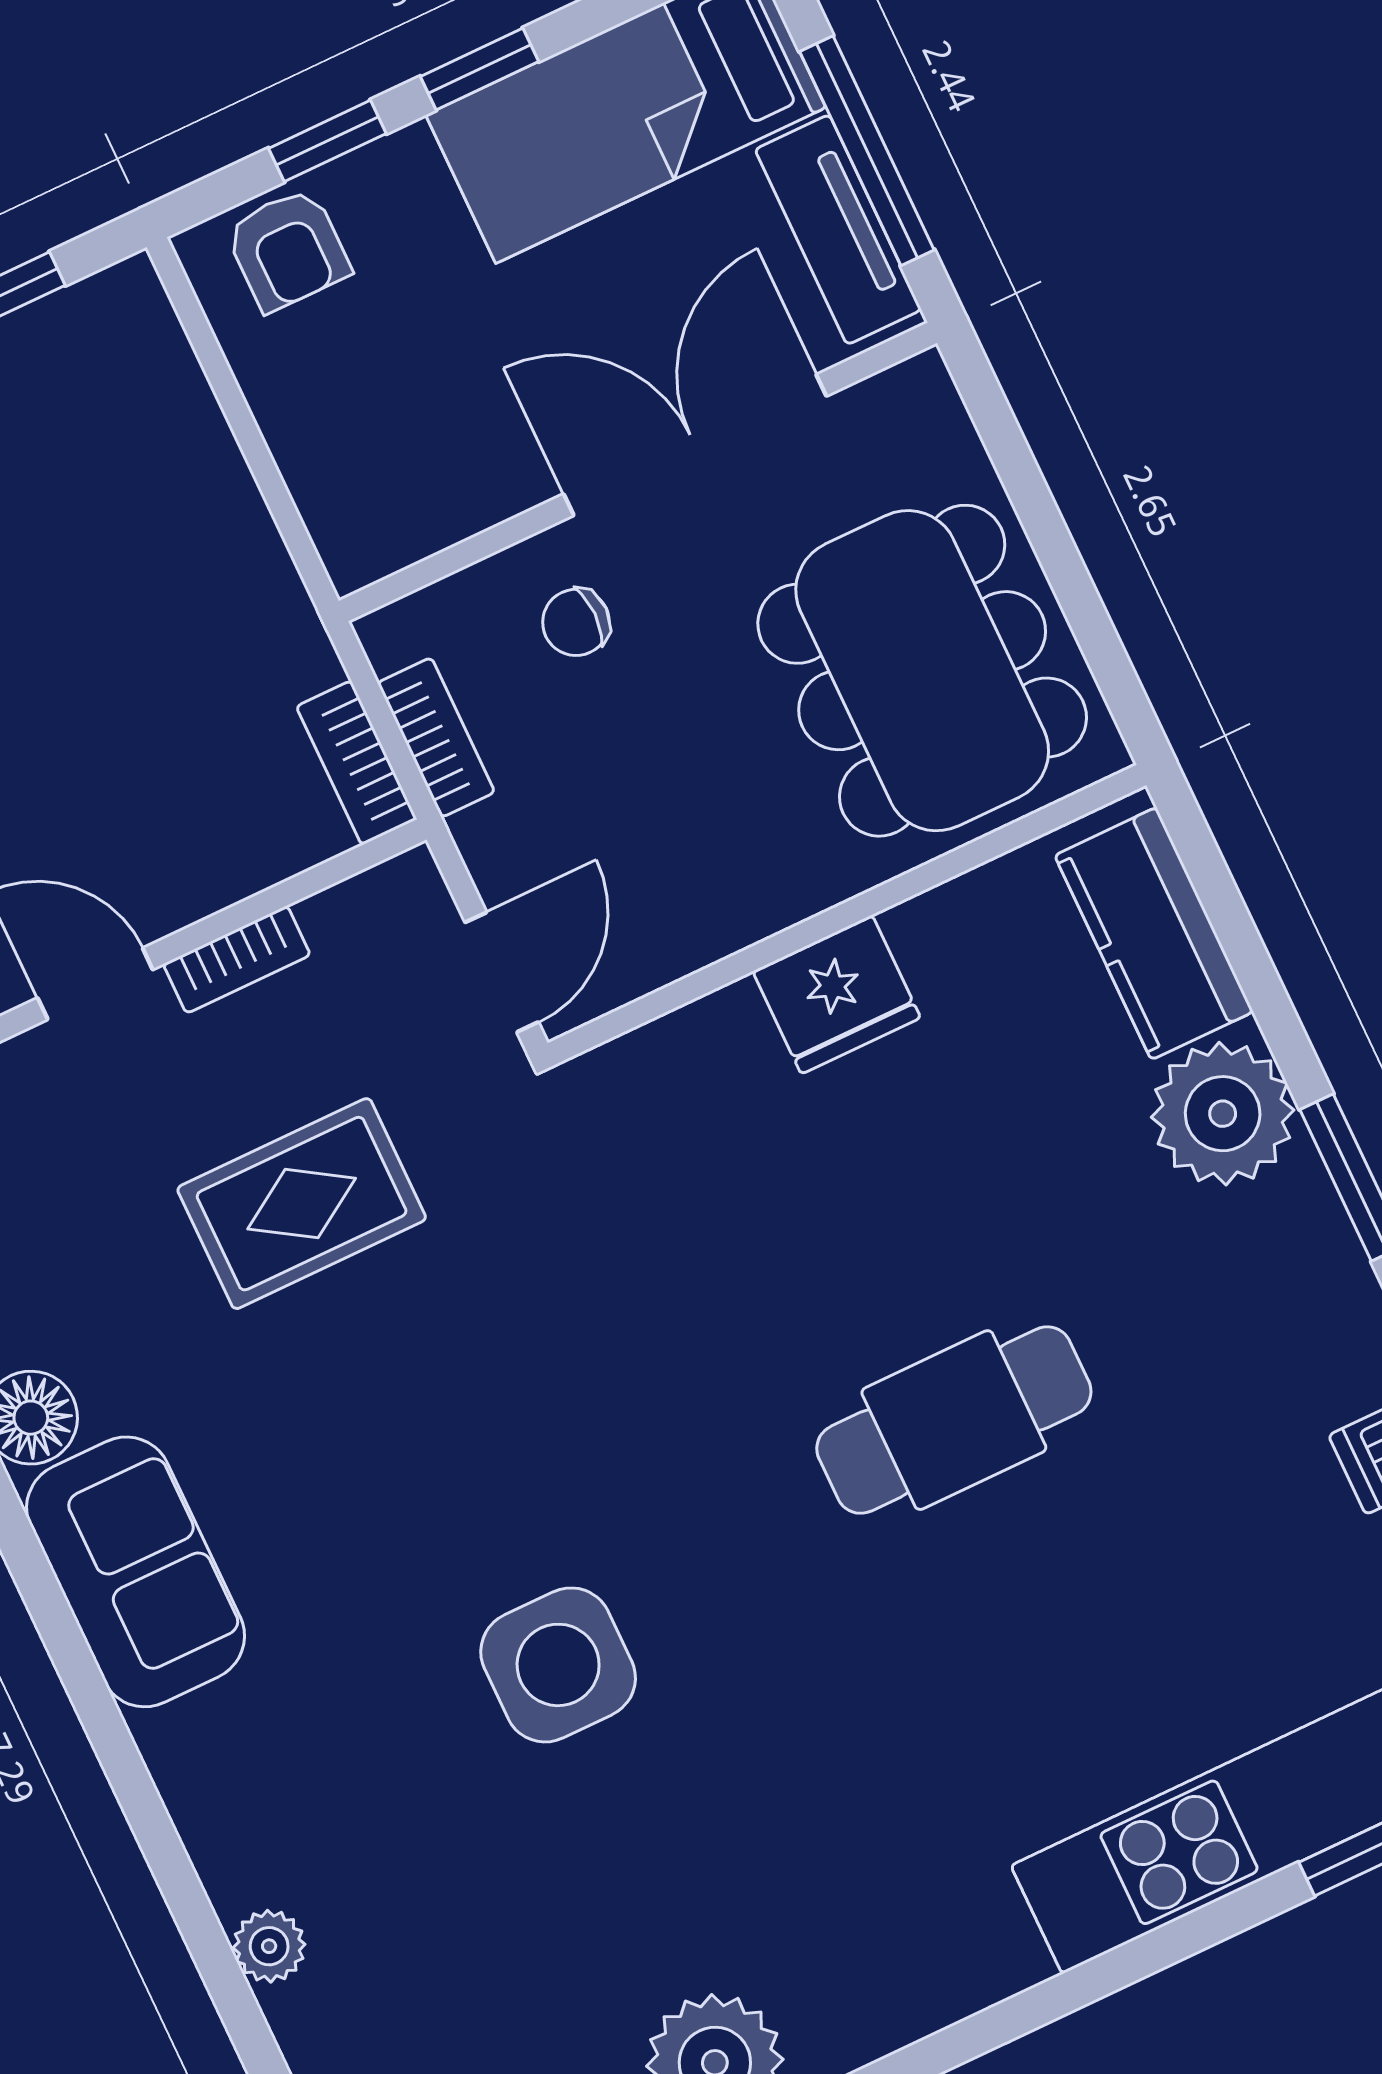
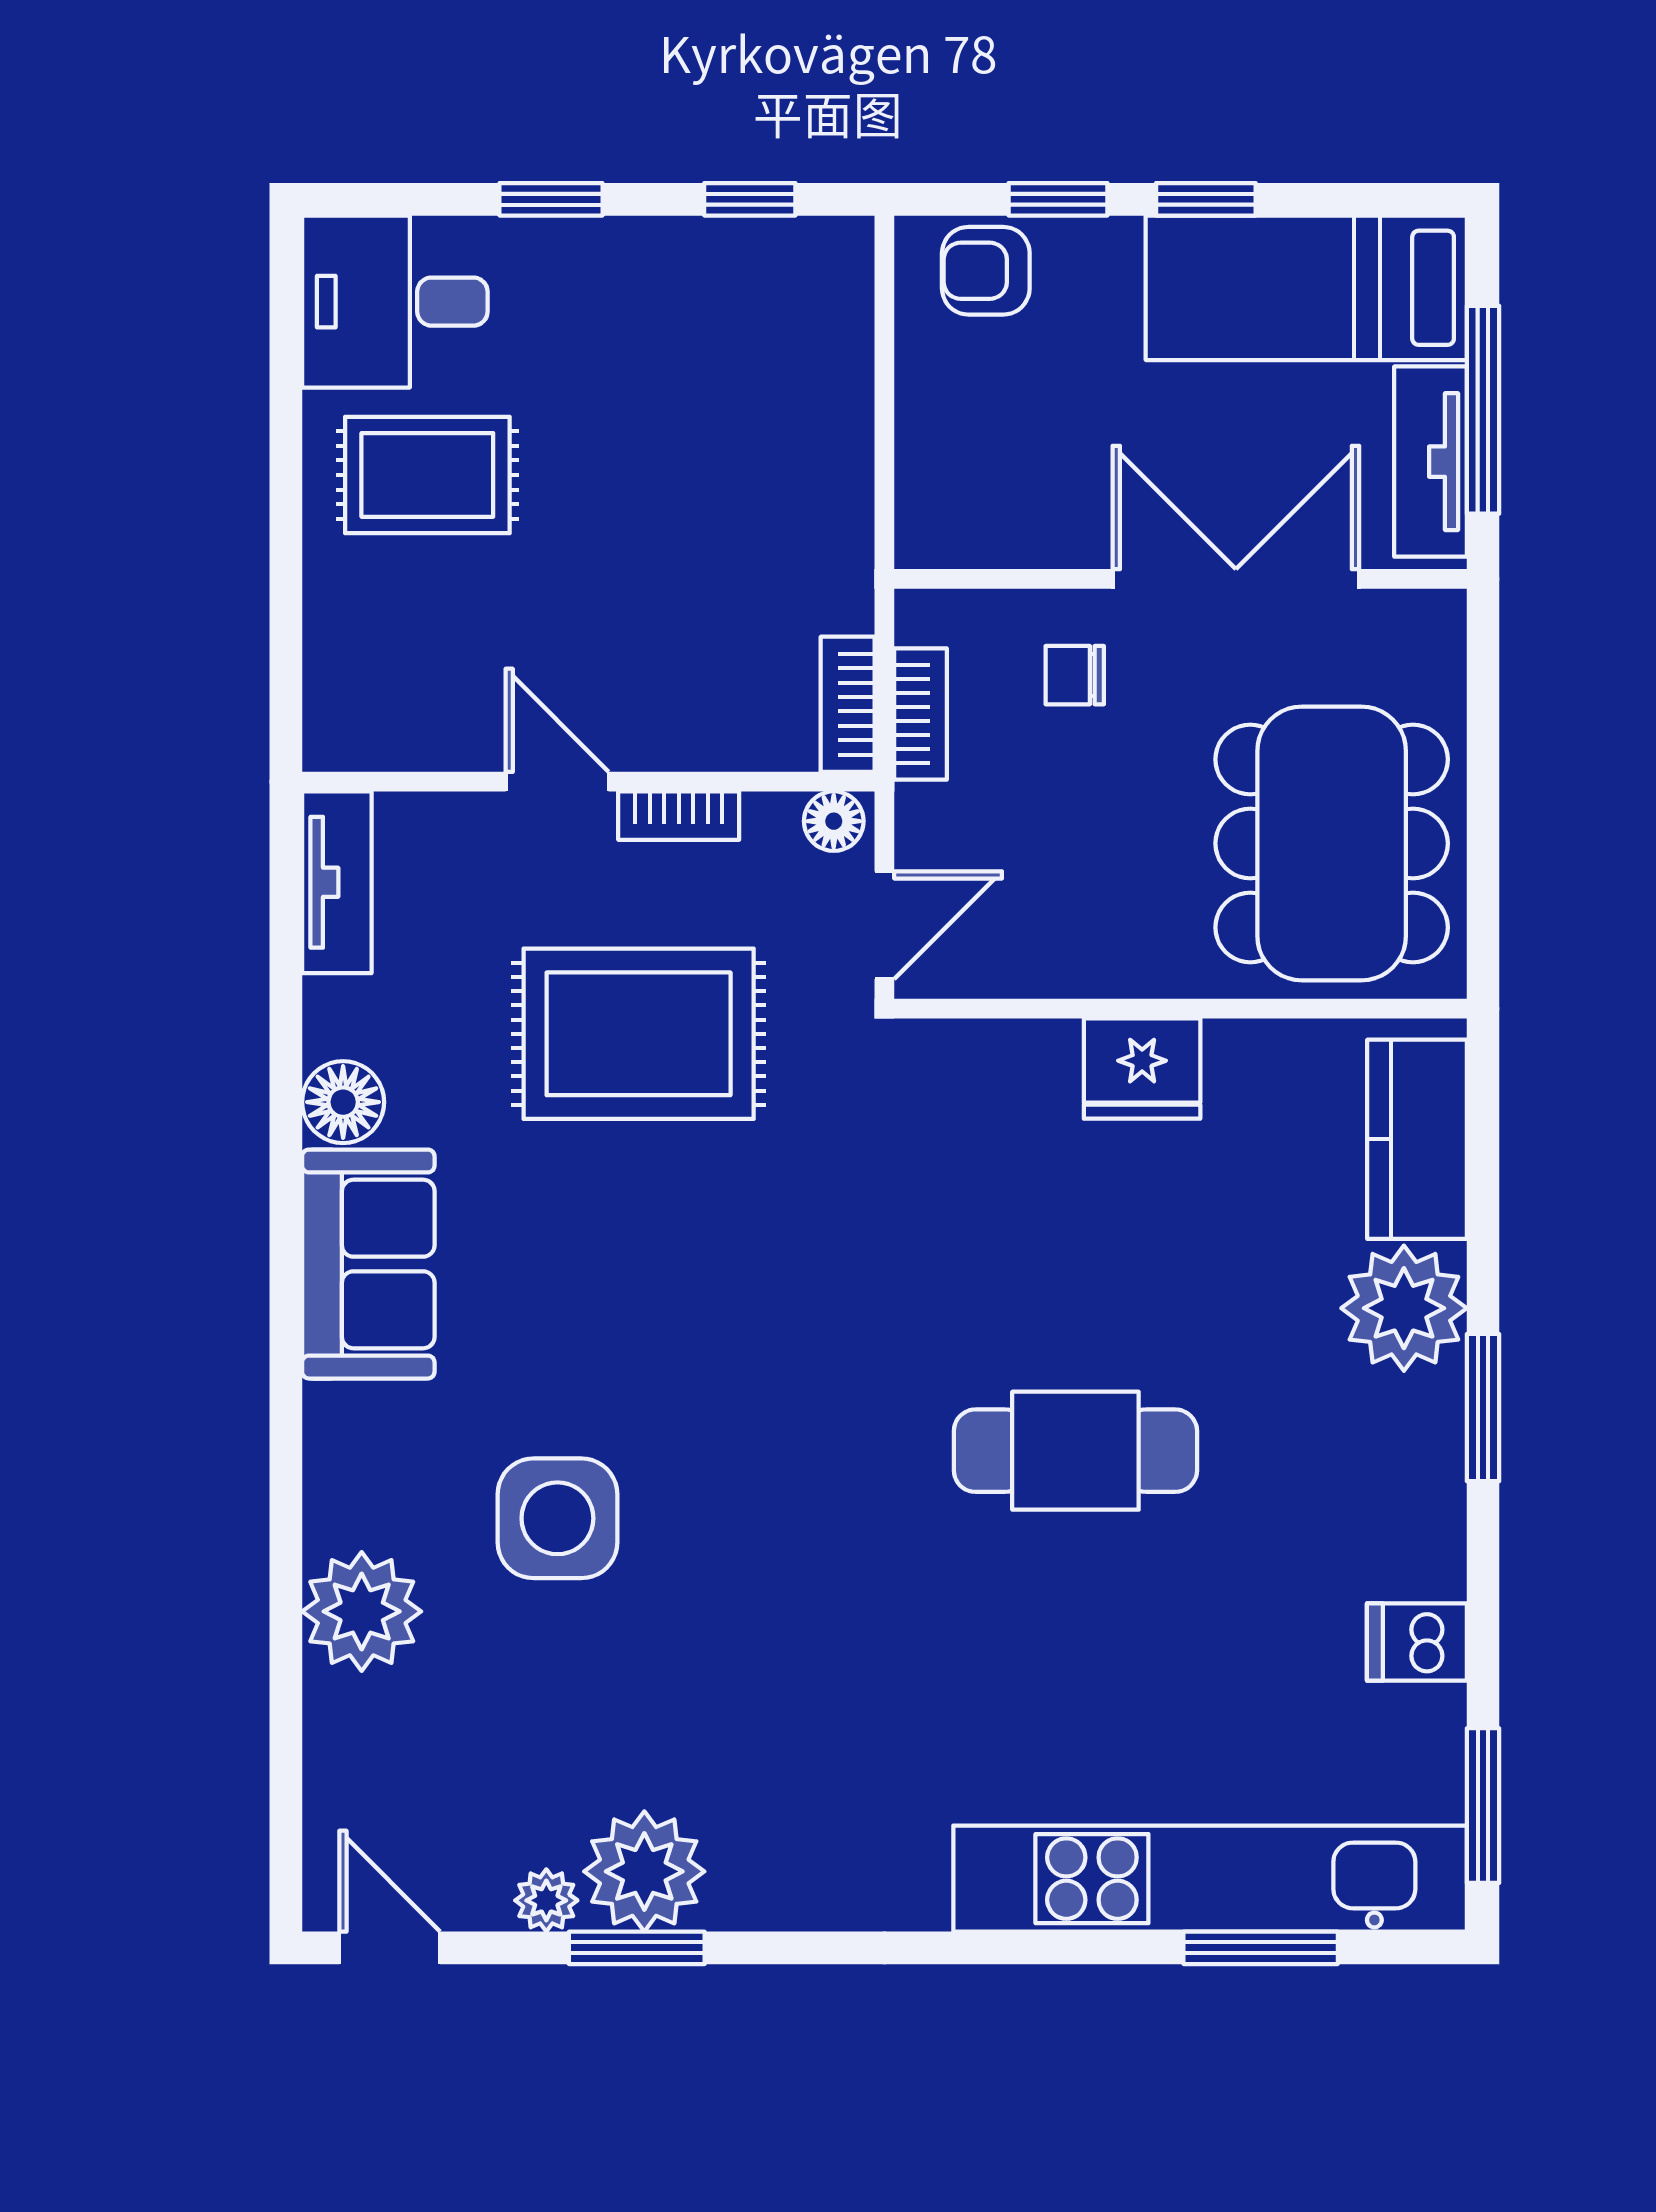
armchair: (288, 250) -> (986, 271), turned 90
floor lamp: (399, 890) -> (834, 821), added
rug: (302, 1204) -> (639, 1034), width x1.36, depth x1.43
side table: (558, 1665) -> (557, 1518), moved
plant: (269, 1946) -> (362, 1611), width x1.87, depth x1.87

